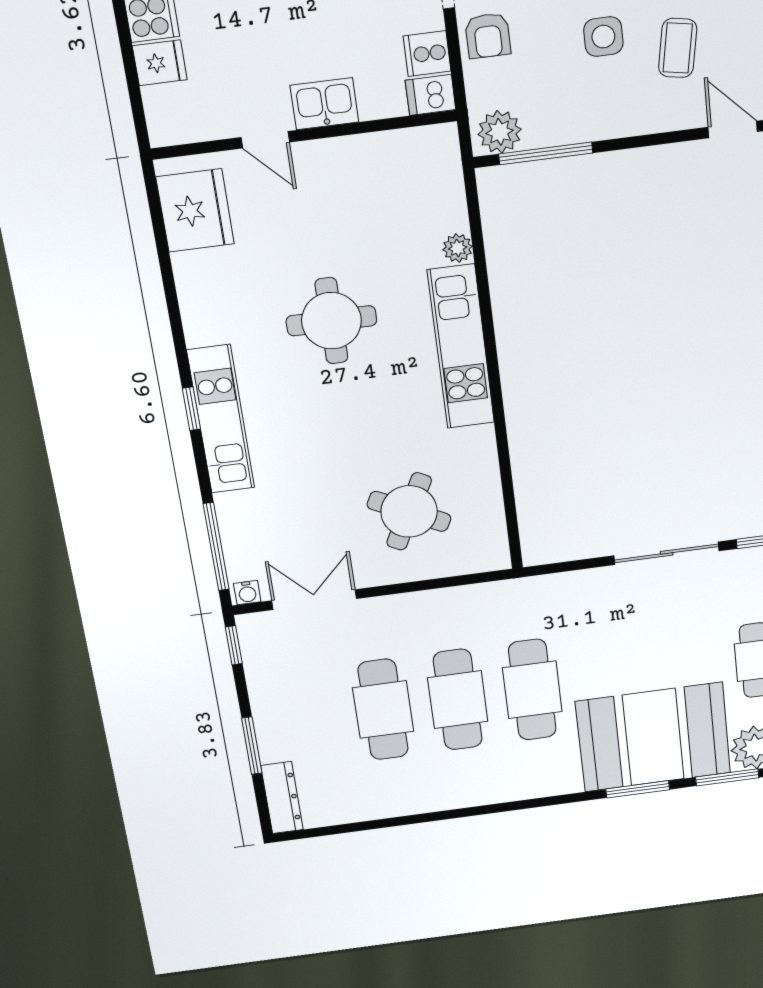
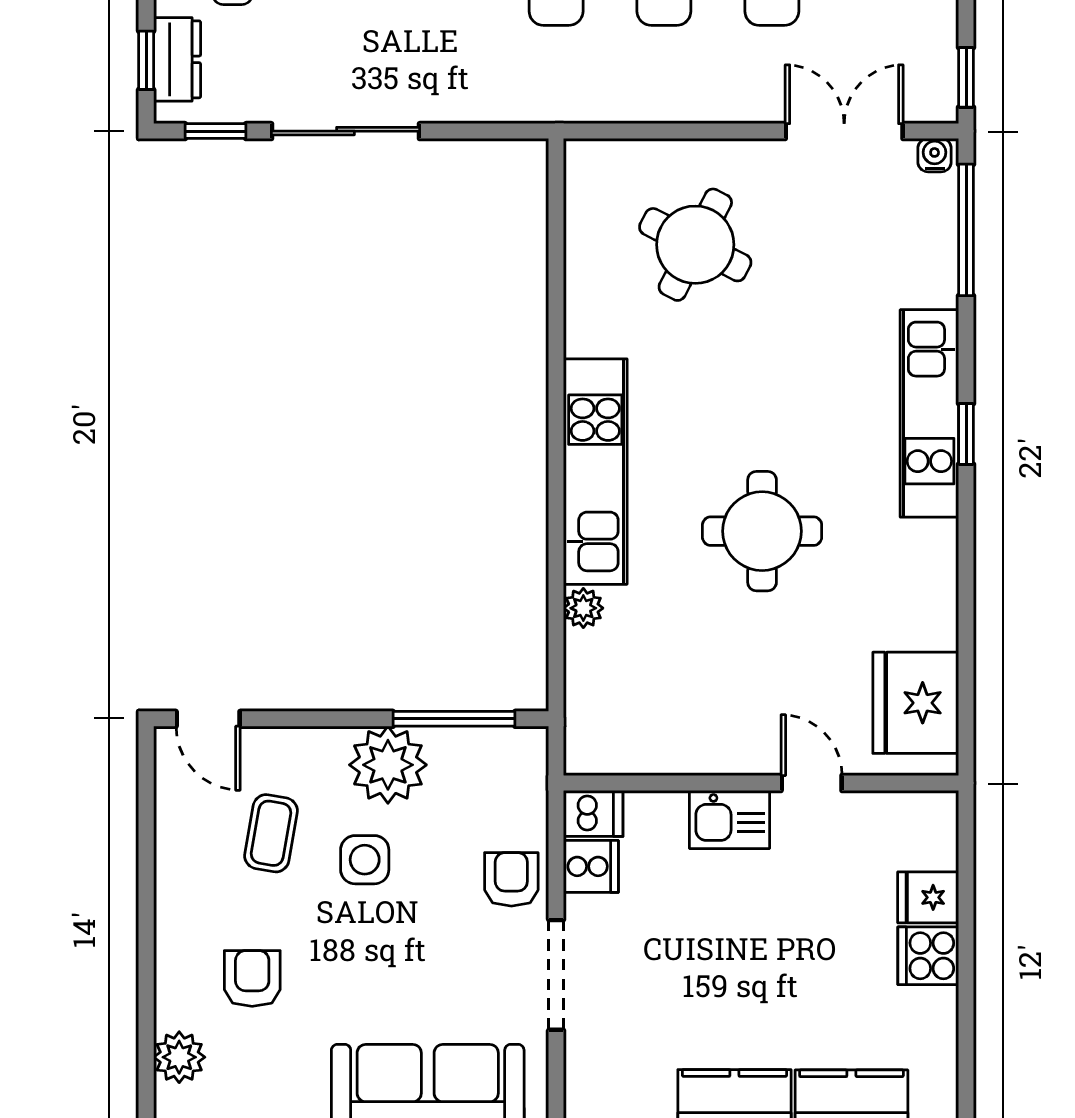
plant: (500, 132) -> (388, 765), moved, width x1.36, depth x1.36
double door: (314, 600) -> (844, 131), swing flipped

